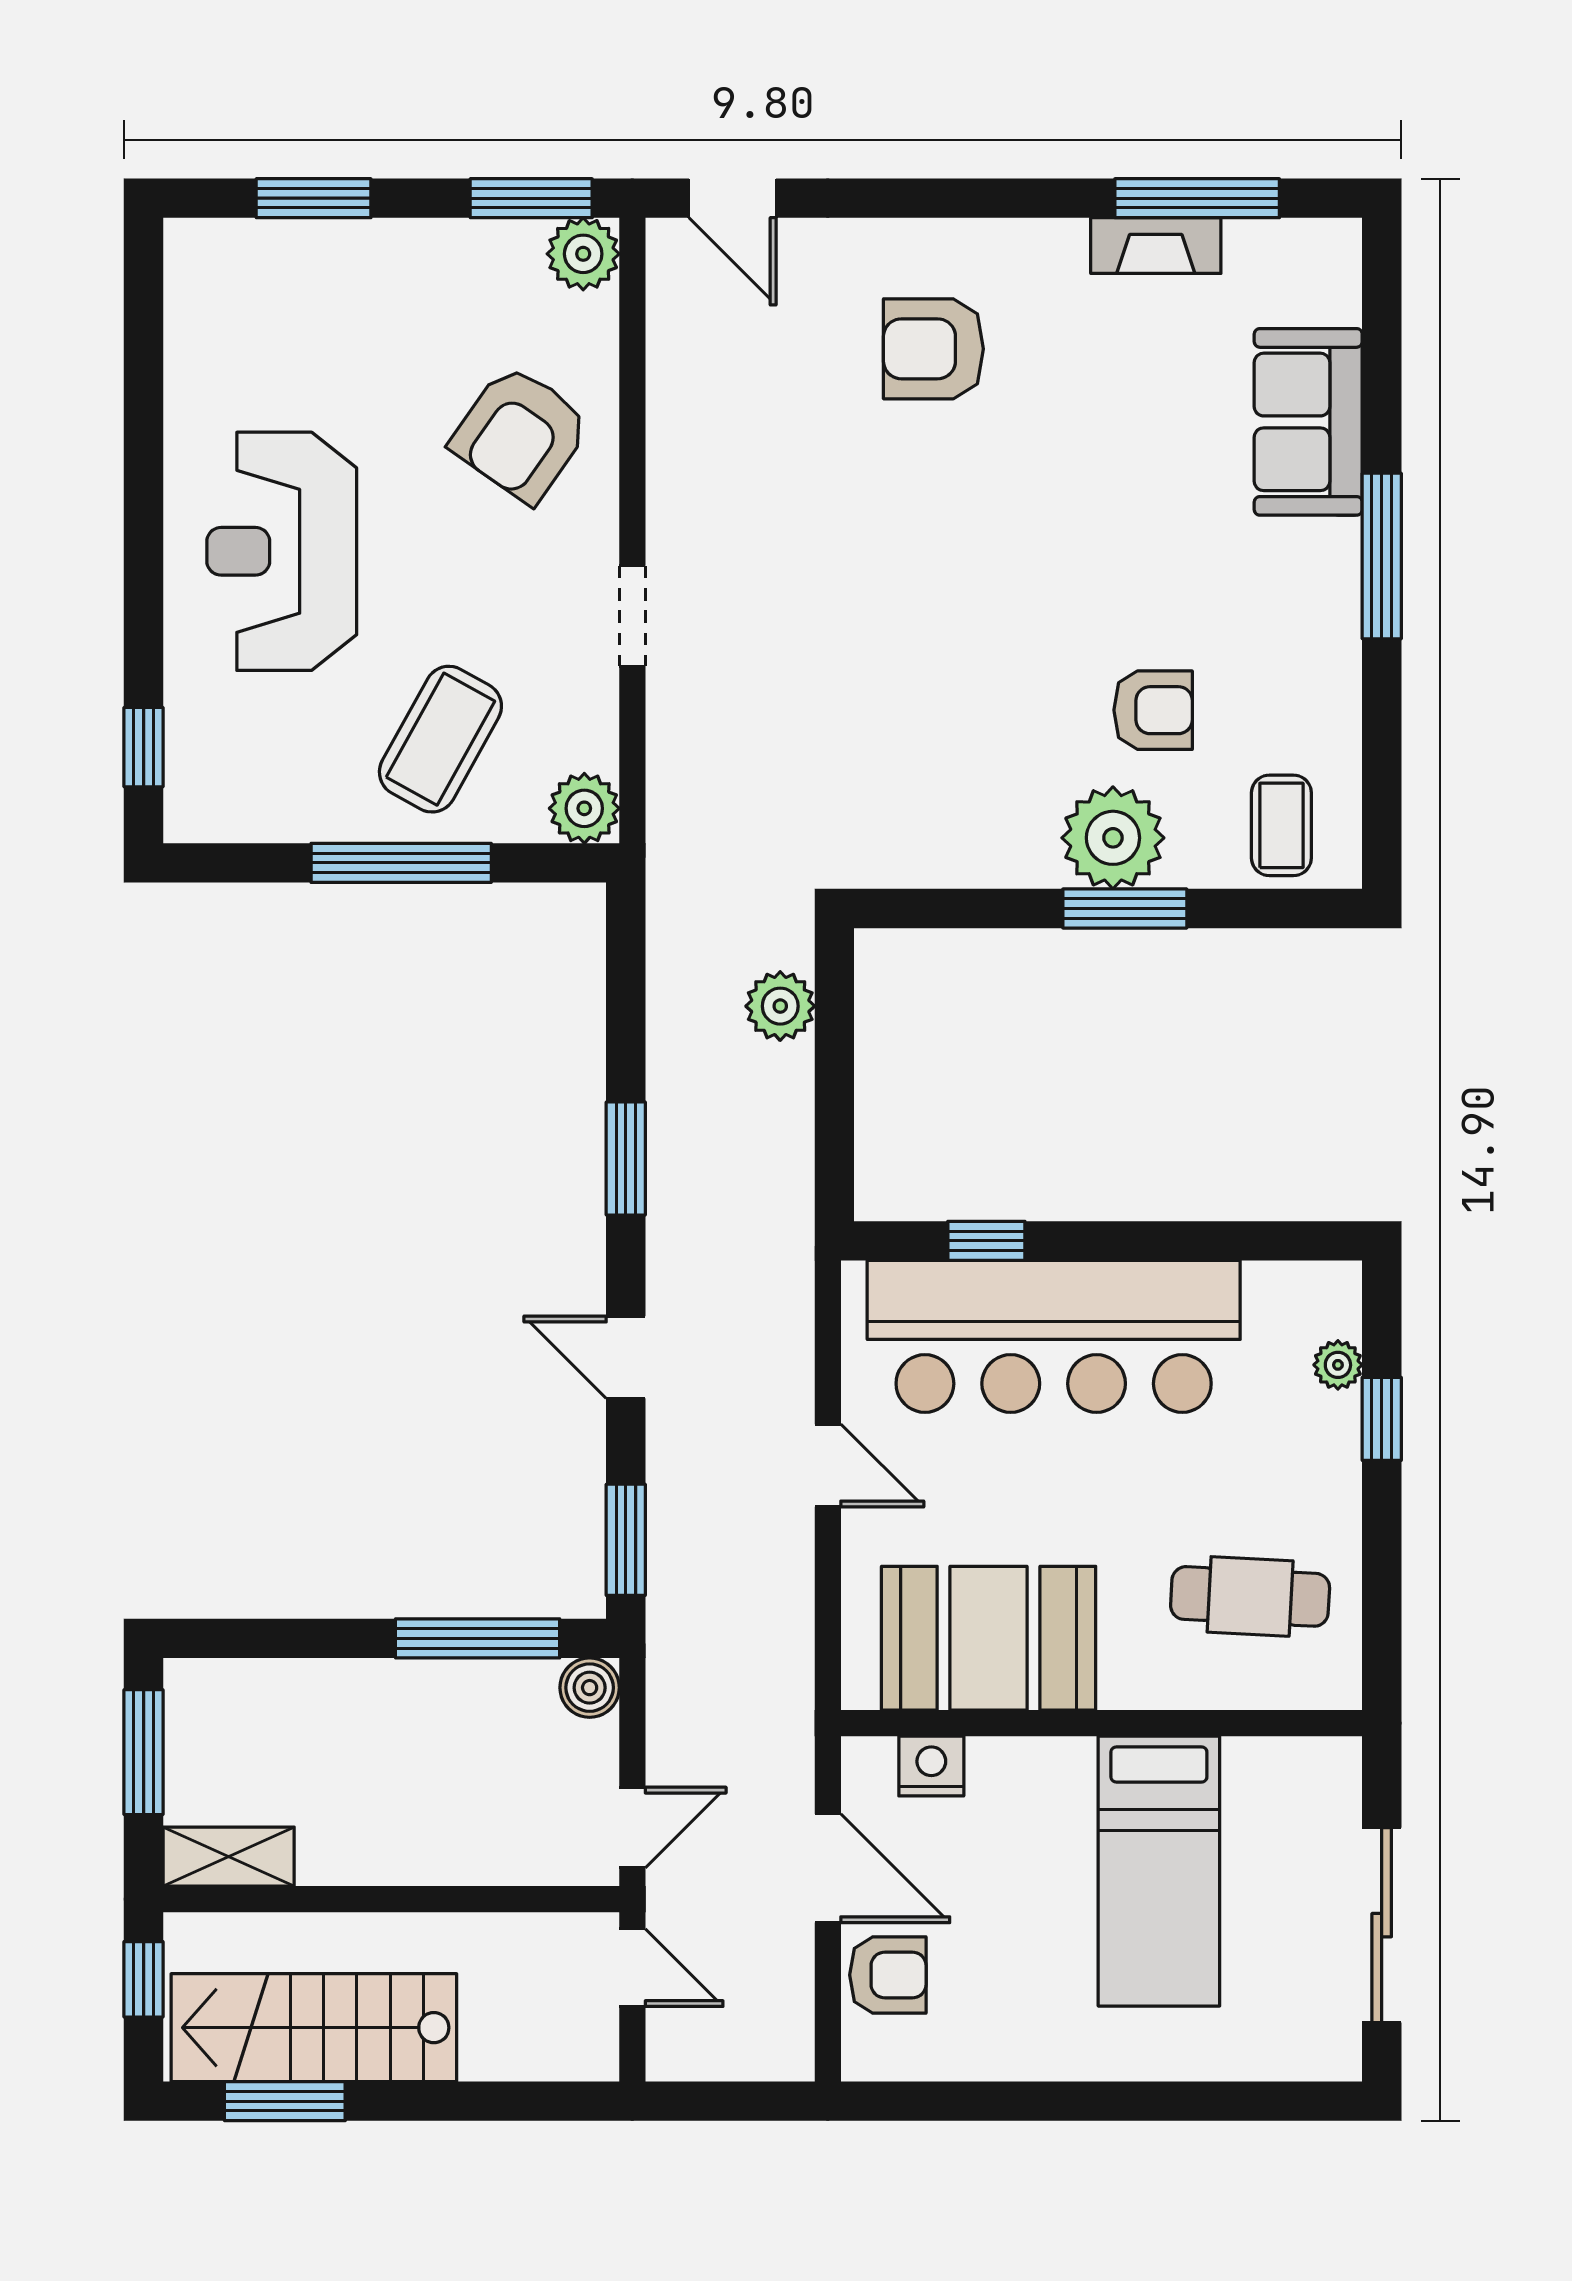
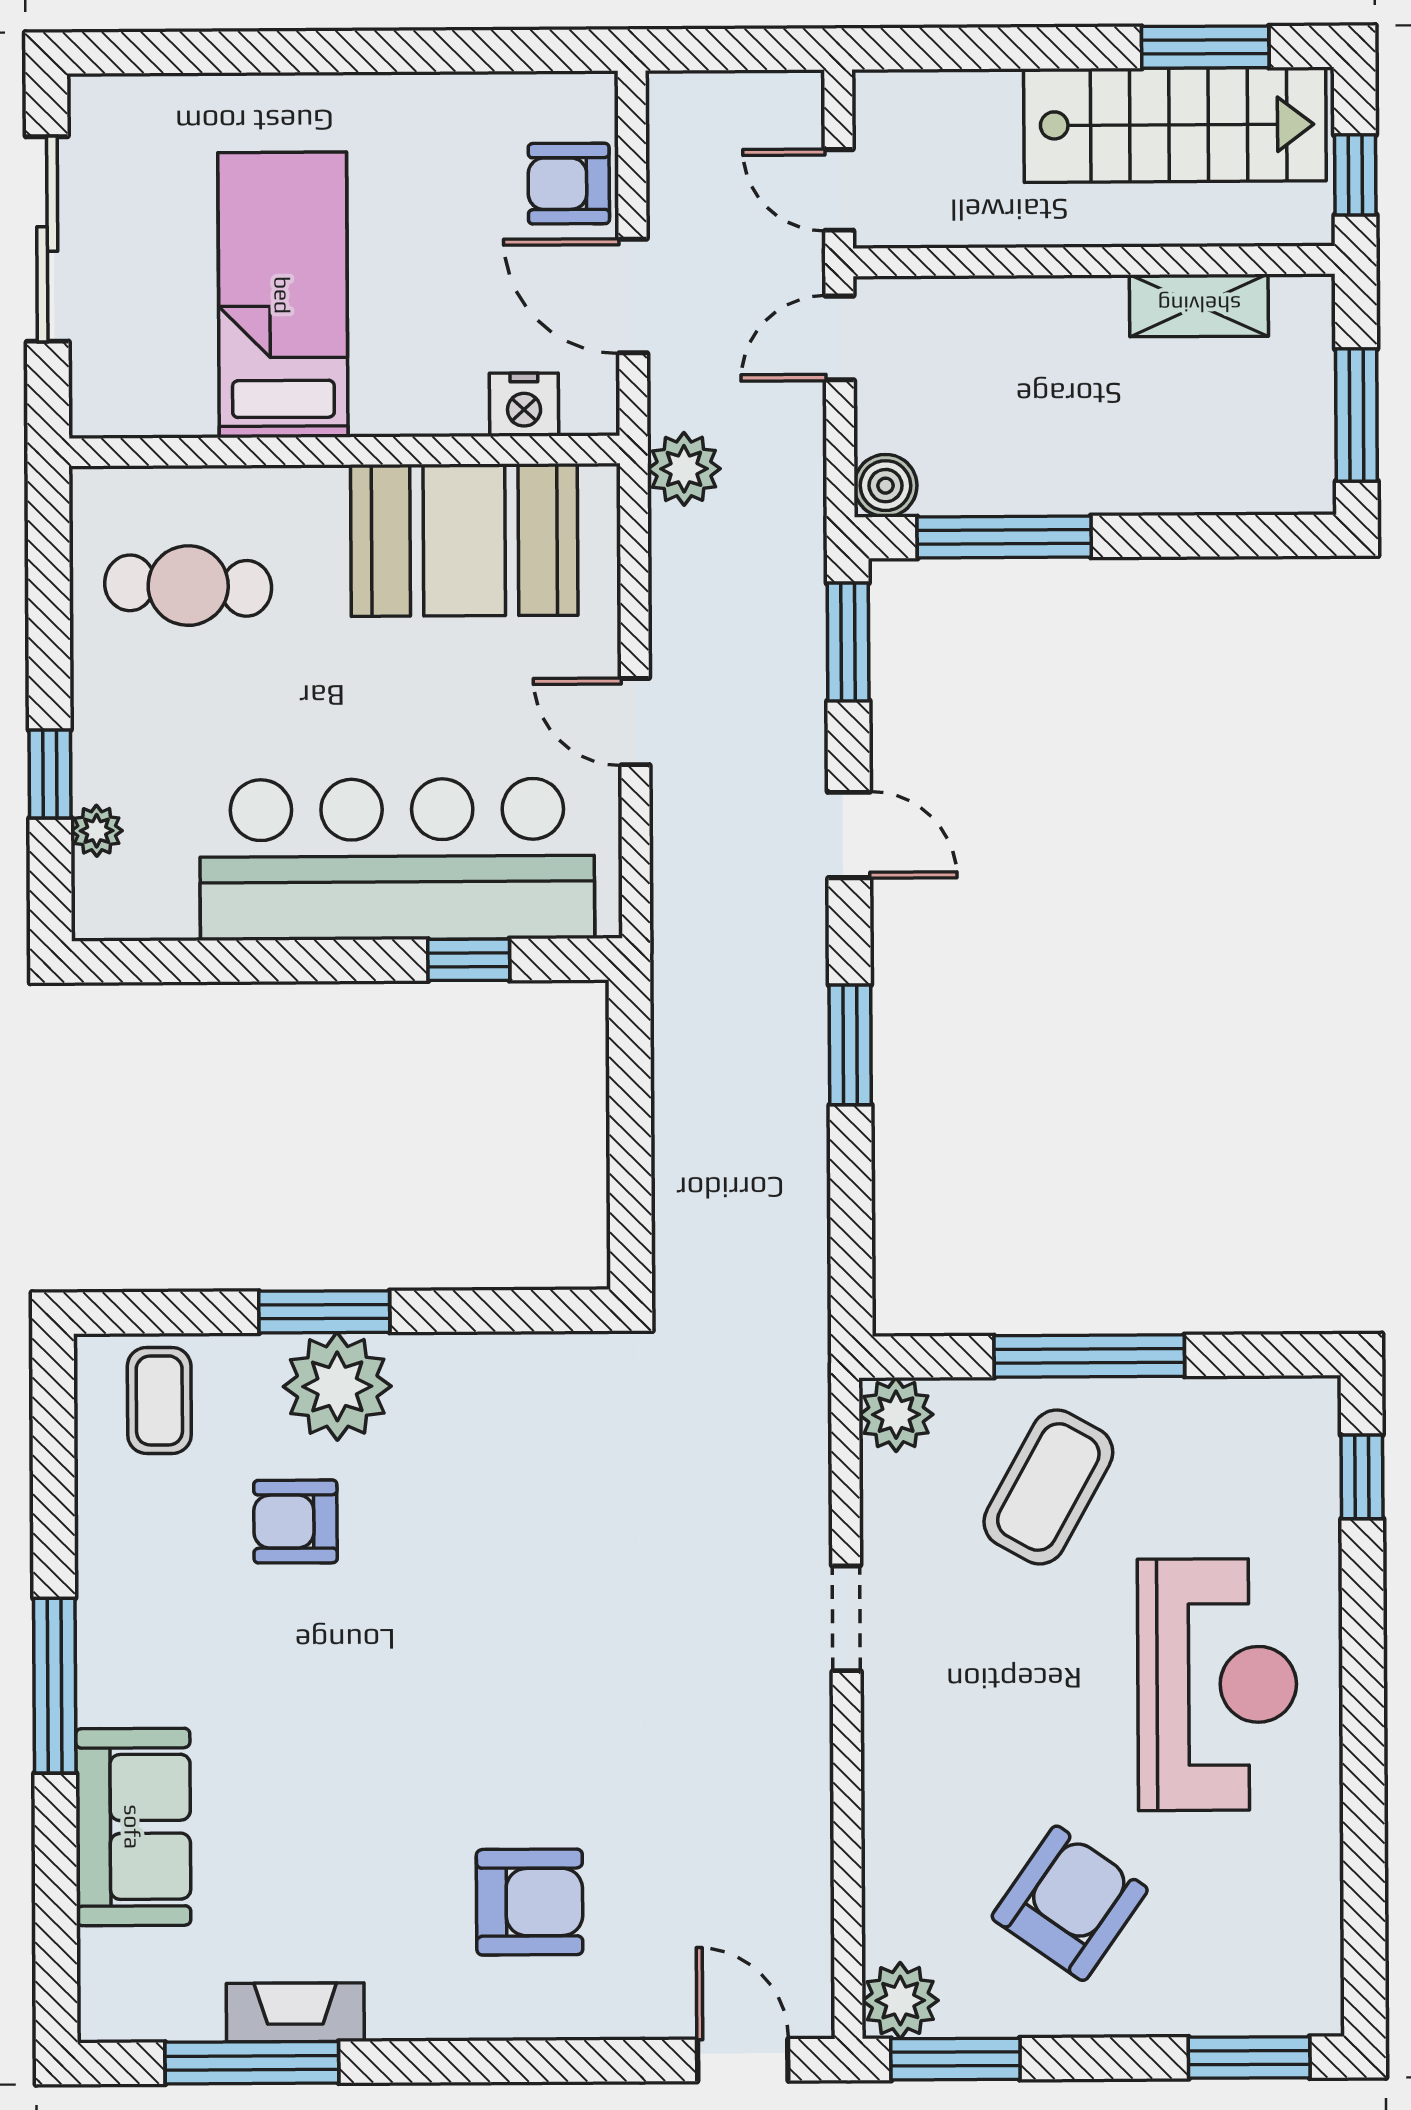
window: (314, 198) -> (1249, 2057), moved
armchair: (520, 434) -> (1070, 1903), moved
plant: (780, 1006) -> (684, 469), moved
shelving: (229, 1857) -> (1199, 305), moved

